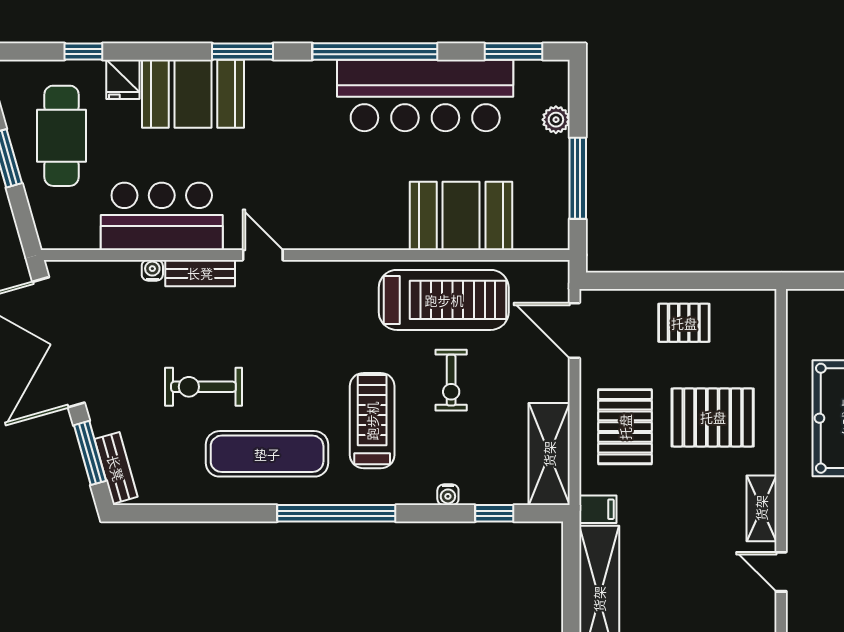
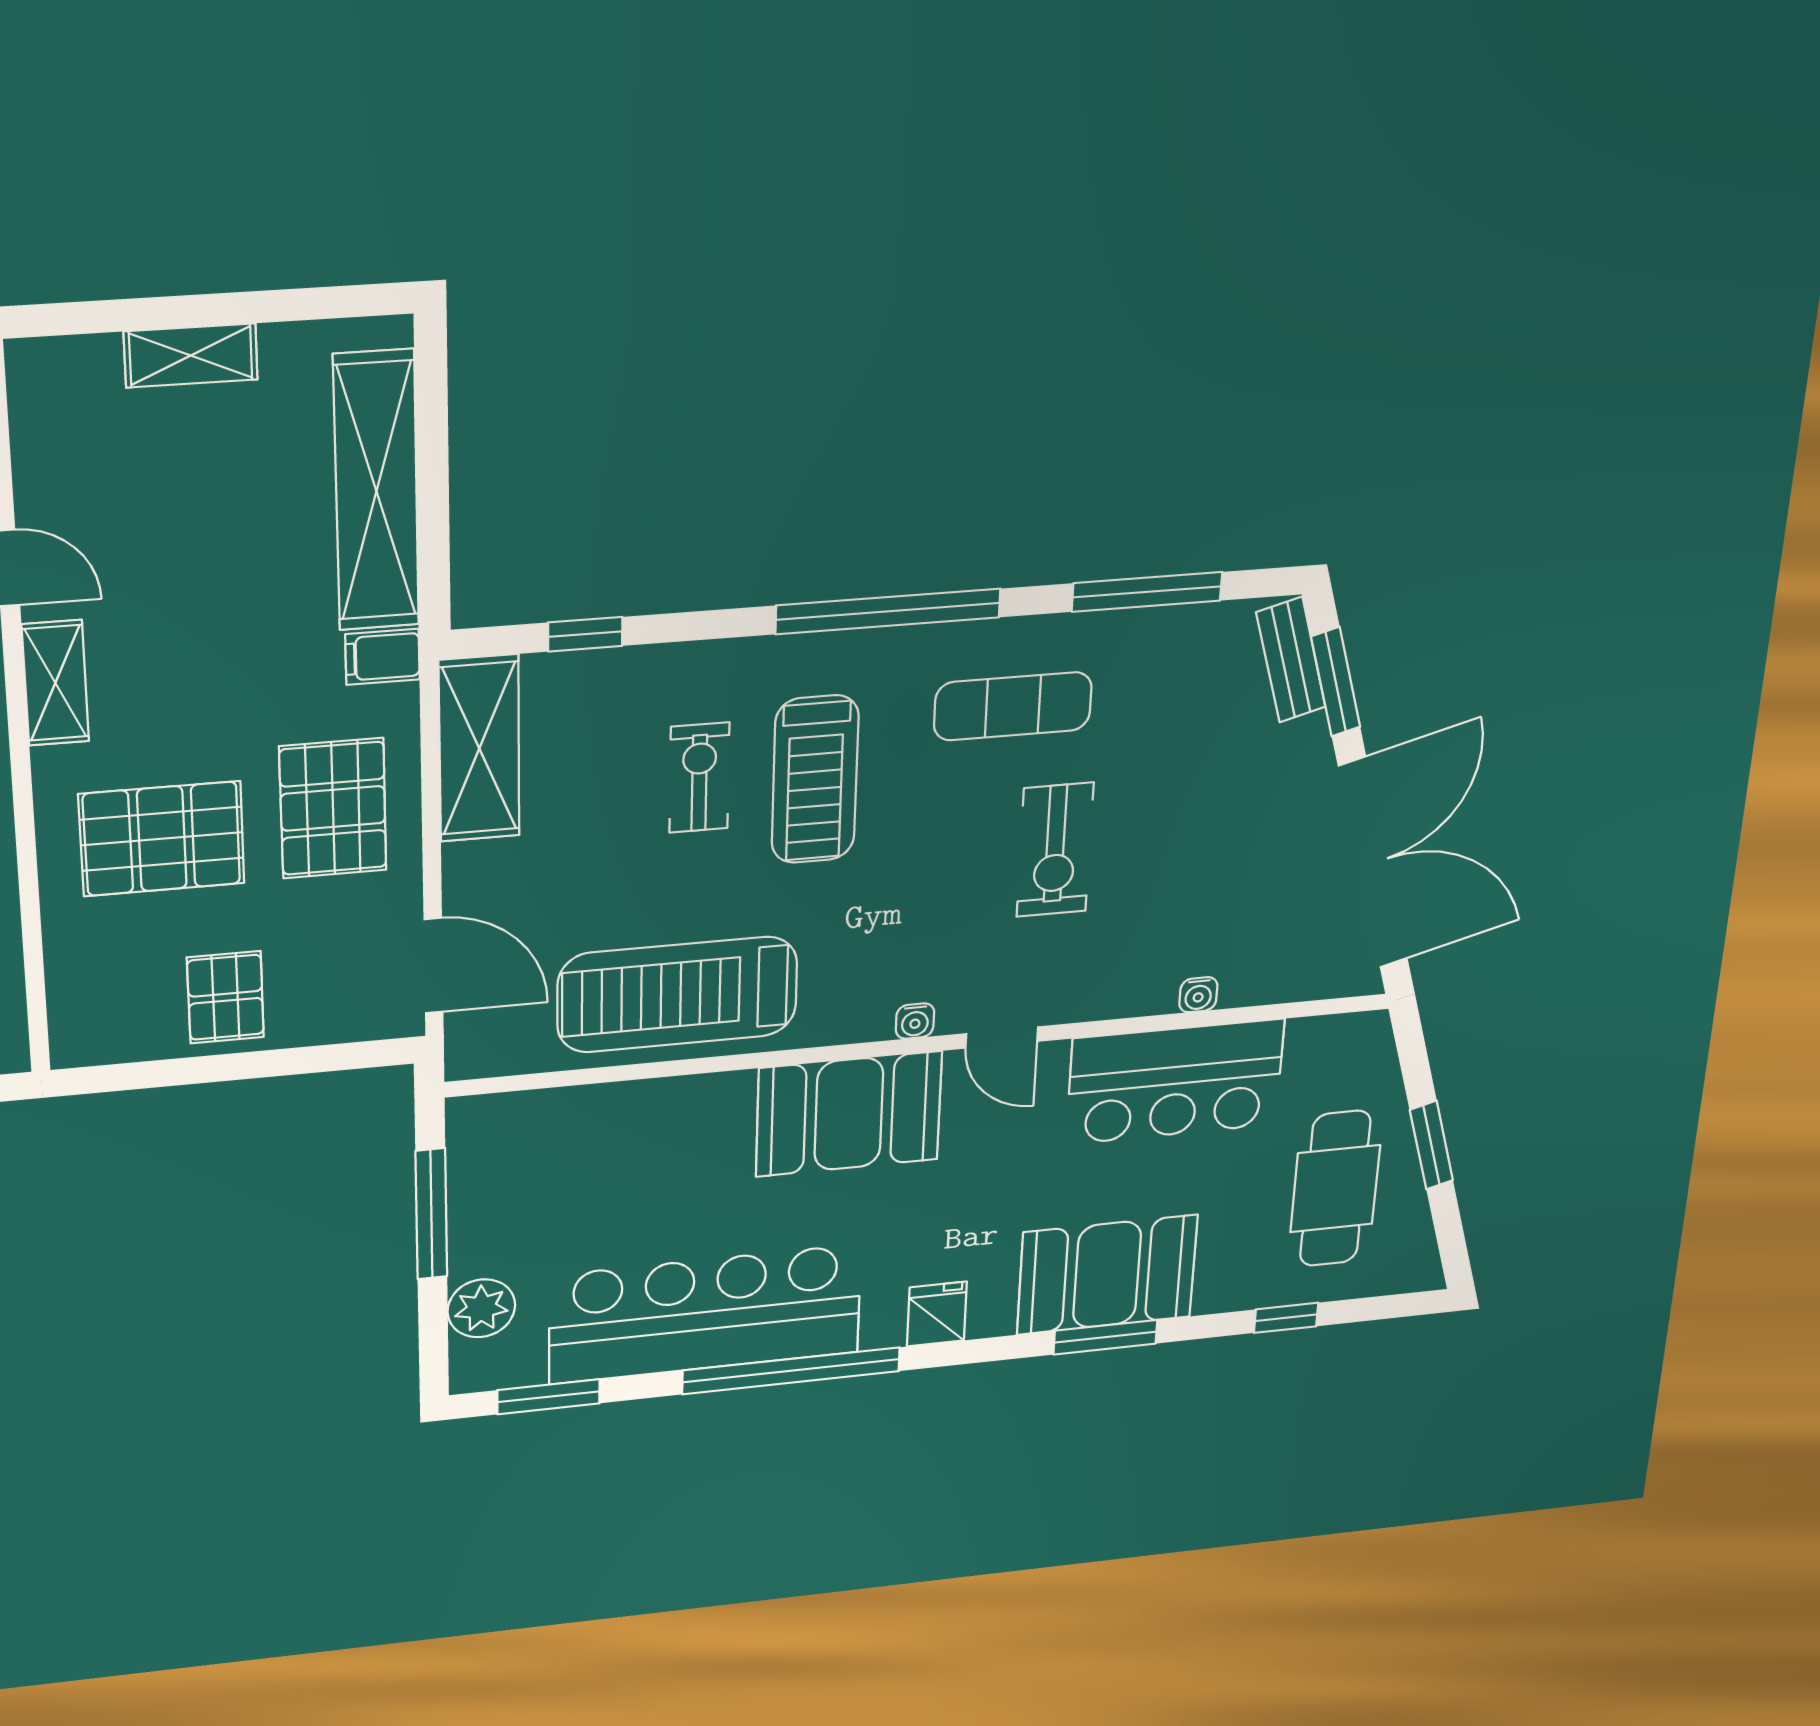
window: (243, 52) -> (1105, 1337), moved
fridge: (123, 79) -> (937, 1314), moved
plant: (556, 120) -> (481, 1308), width x1.38, depth x1.38
booth: (461, 216) -> (849, 1114), moved
bench: (200, 273) -> (1115, 998), removed
pallet: (684, 323) -> (225, 997), turned 90
exercise bike: (451, 380) -> (699, 778), moved
exercise bike: (203, 387) -> (1055, 850), moved, turned 90
exercise mat: (267, 454) -> (1013, 706), width x0.73, depth x0.69
water cooler: (448, 495) -> (915, 1021), moved, turned 180
window: (198, 513) -> (1147, 592), added

